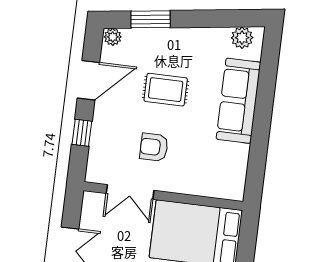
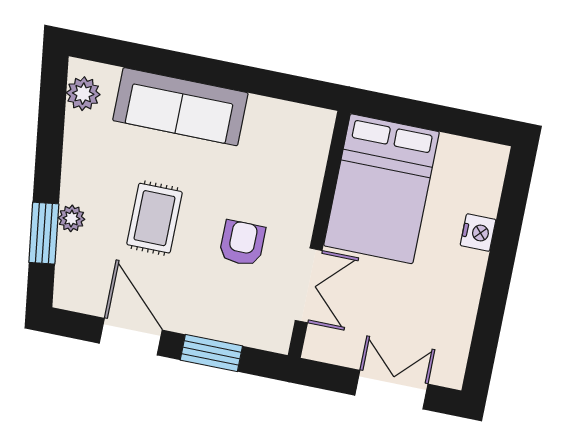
plant: (113, 37) -> (71, 218), moved
window: (82, 133) -> (211, 353), width x1.50
armchair: (154, 147) -> (242, 243), turned 180

